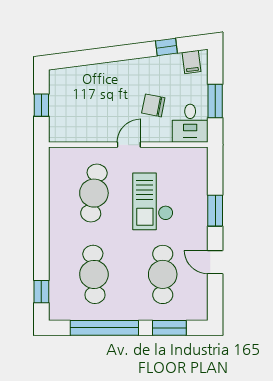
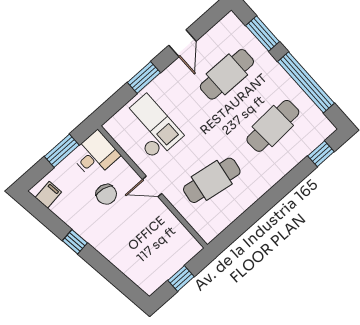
window: (166, 47) -> (75, 242), moved
checkout: (153, 201) -> (151, 127), moved, turned -90

